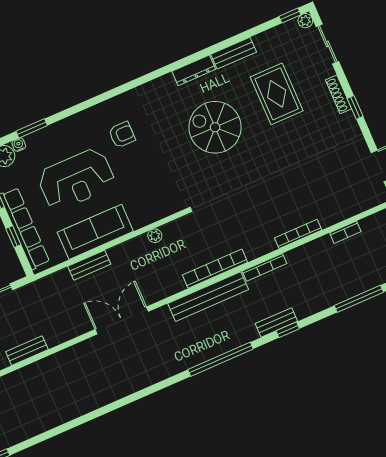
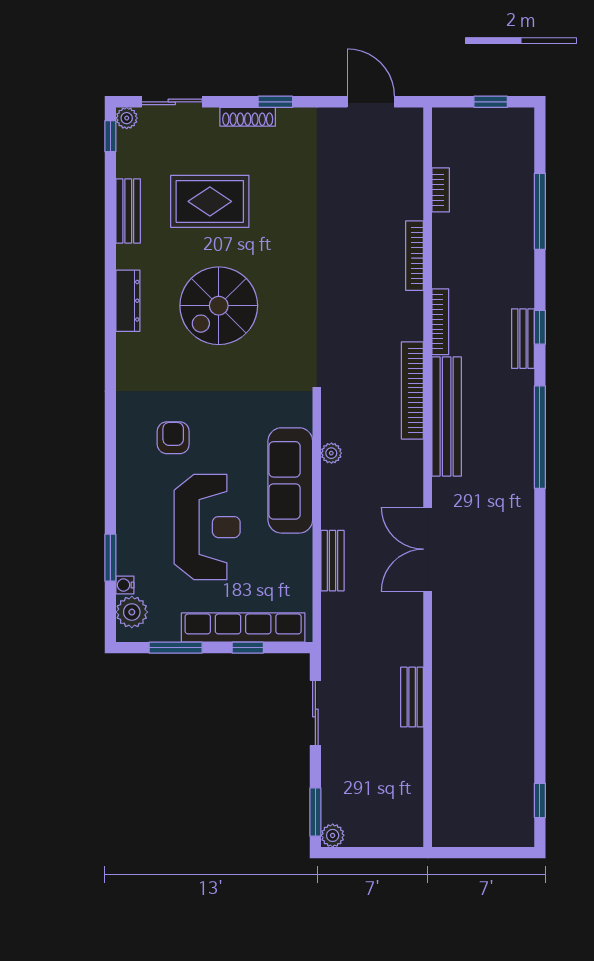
bench: (234, 53) -> (128, 211), moved
sofa: (95, 232) -> (290, 480), moved

